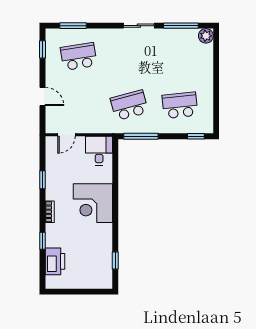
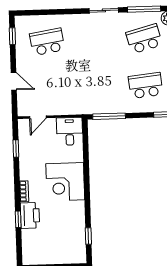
window: (73, 26) -> (41, 12), removed
school desk: (129, 105) -> (144, 39), moved
window: (42, 180) -> (16, 149), moved
printer: (55, 261) -> (30, 215), moved

